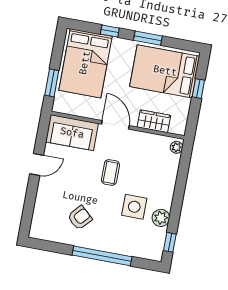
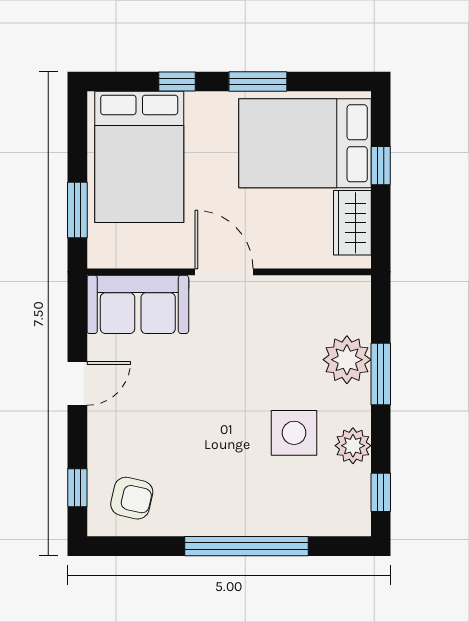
wardrobe: (154, 121) -> (352, 223), moved, turned -90
plant: (176, 147) -> (347, 360), moved, width x1.87, depth x1.87
coffee table: (110, 172) -> (232, 372), removed
window: (180, 187) -> (381, 374), added
window: (27, 214) -> (77, 488), added
armchair: (80, 218) -> (132, 498), moved, turned 61

